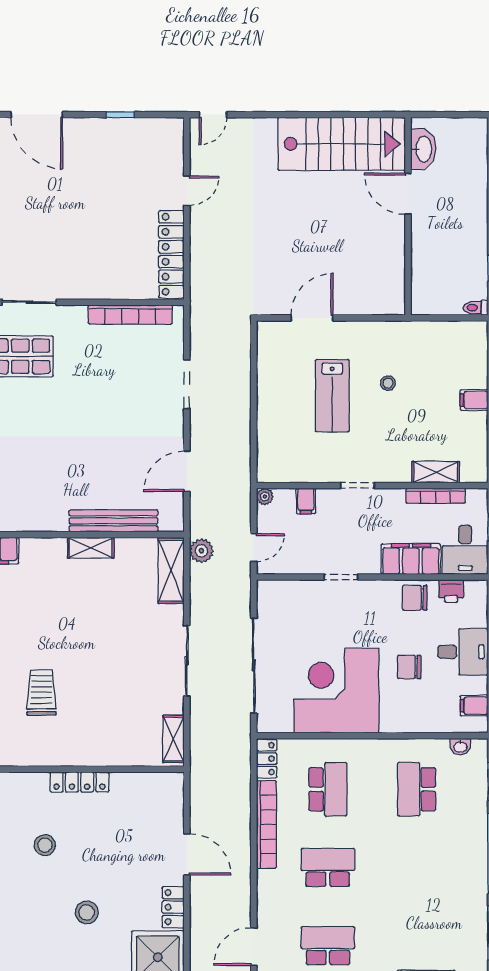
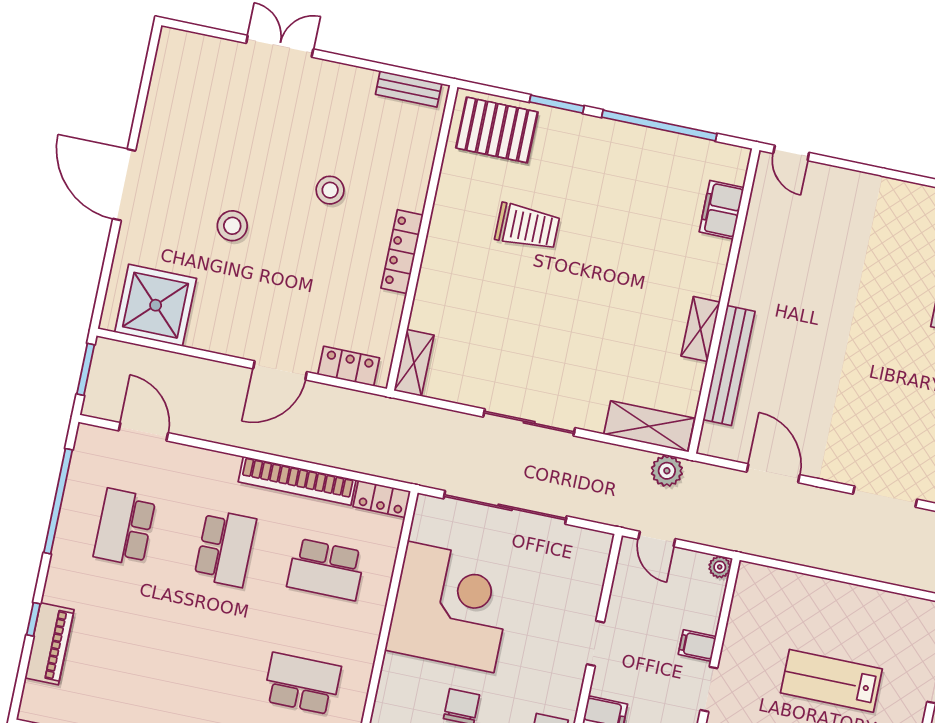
filing cabinet: (306, 501) -> (697, 645), moved
shelving: (173, 739) -> (414, 363), moved, turned 90
locker: (173, 907) -> (349, 366), moved
school desk: (328, 946) -> (125, 527), turned 180

